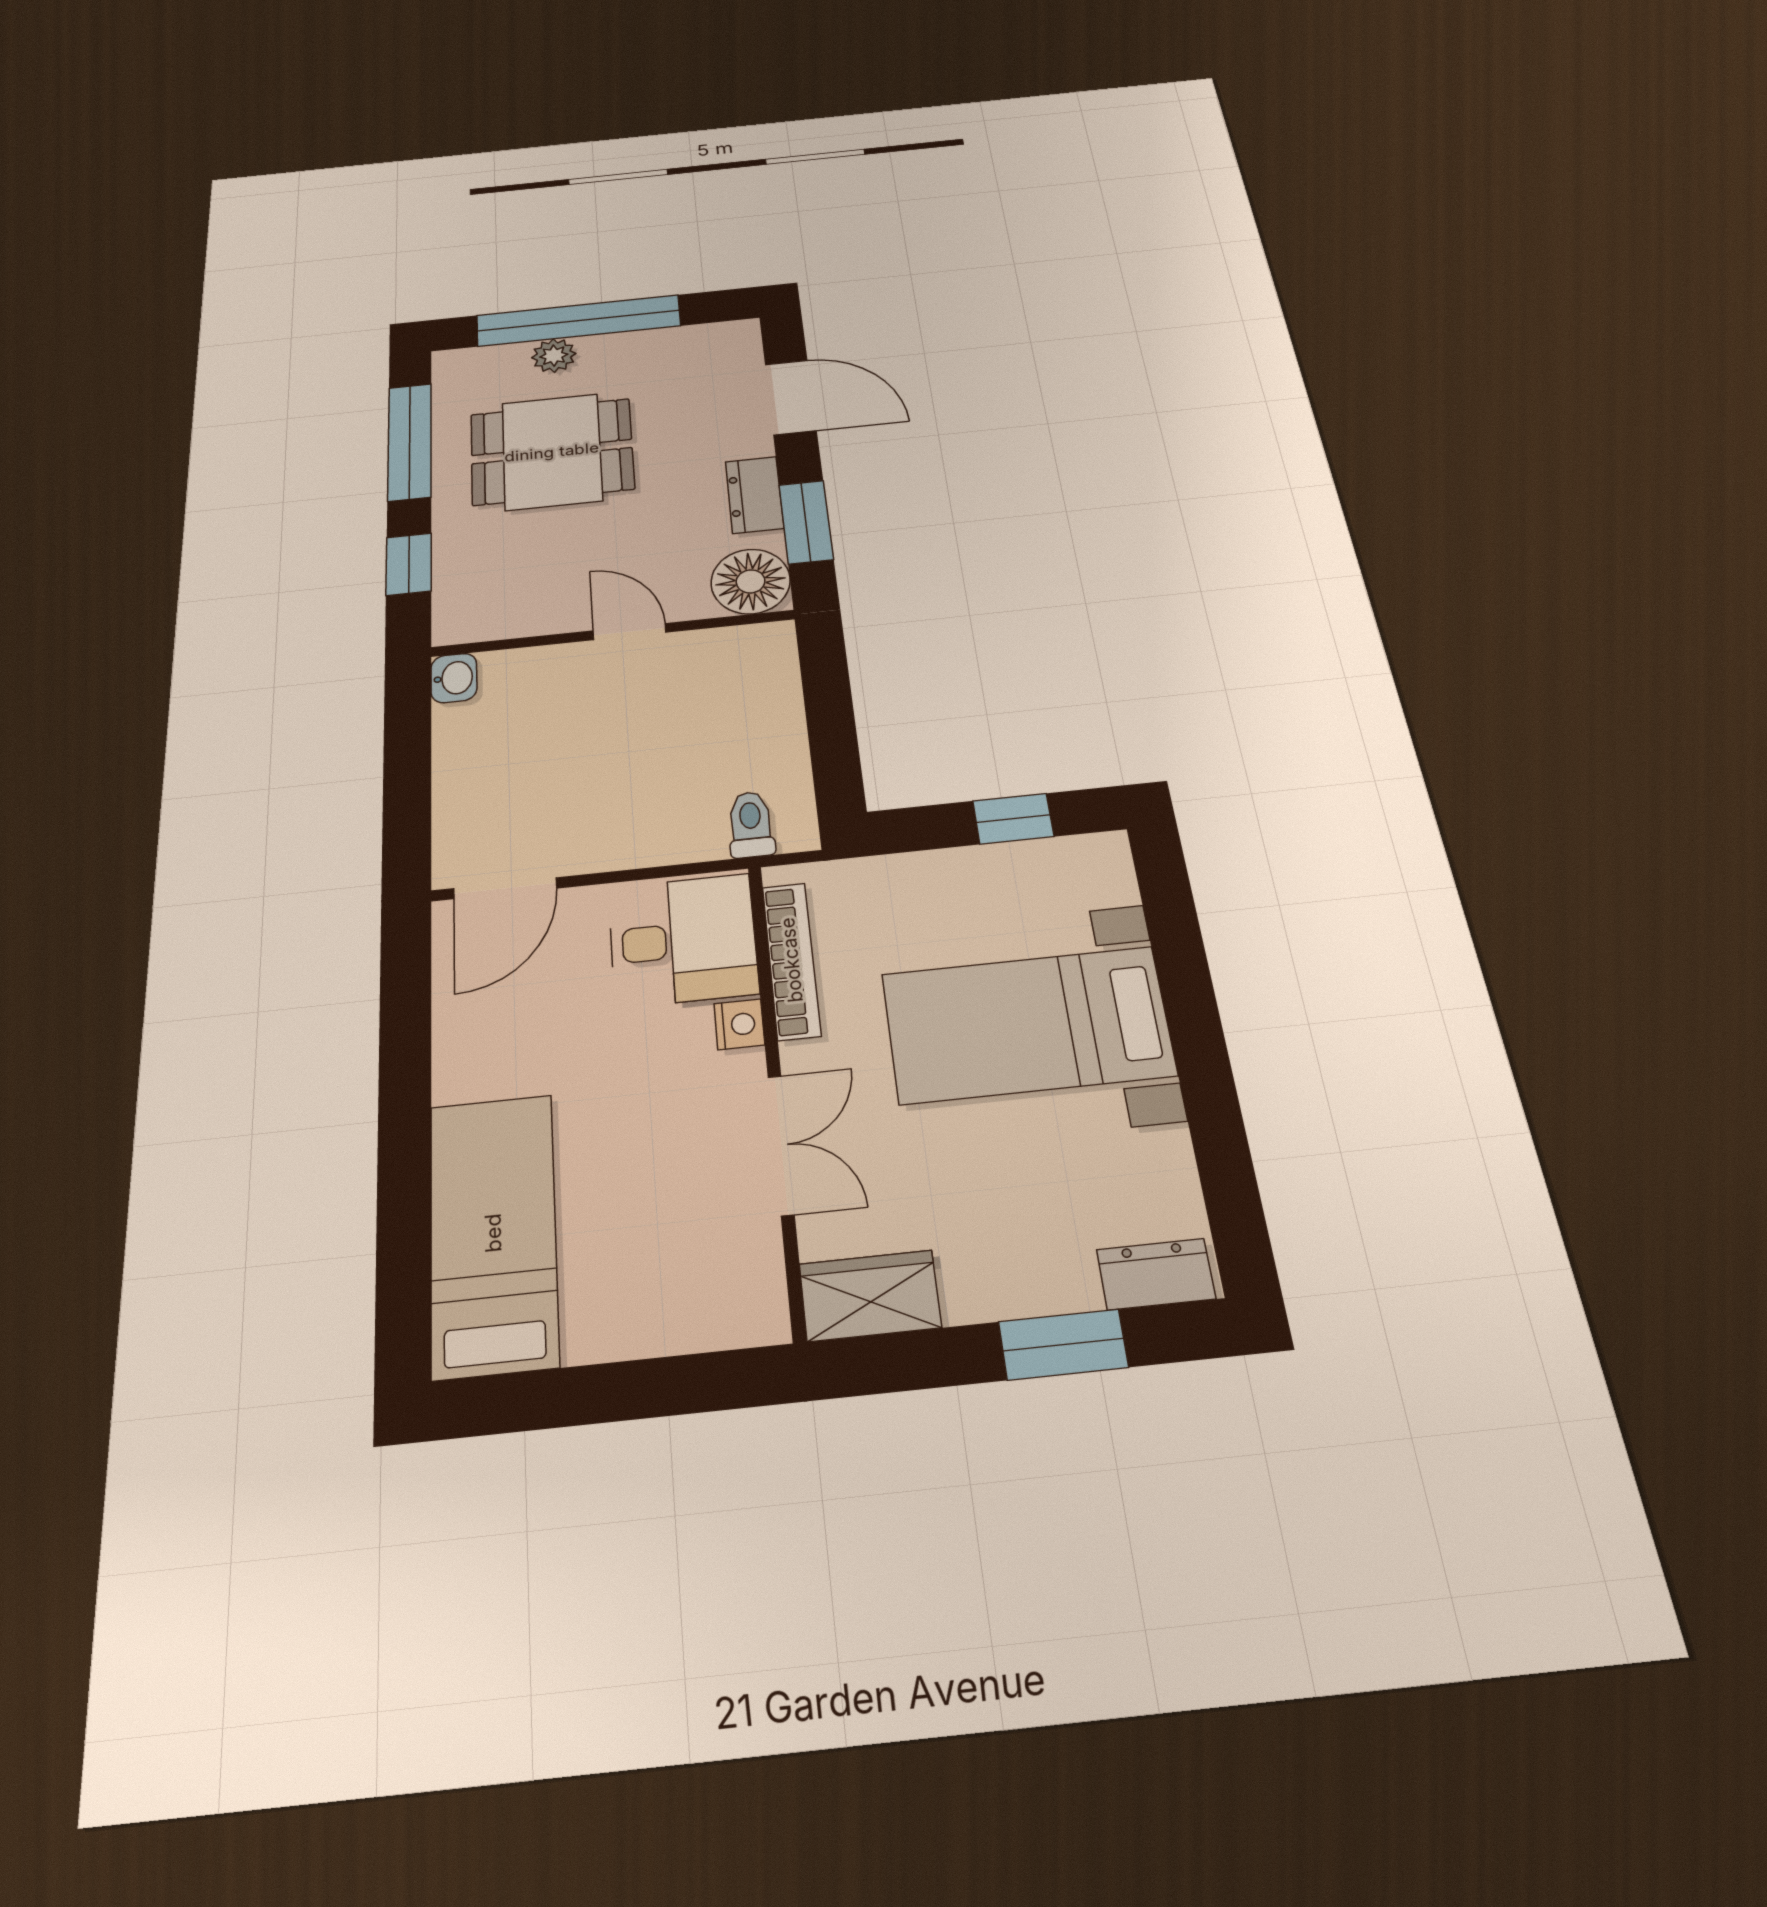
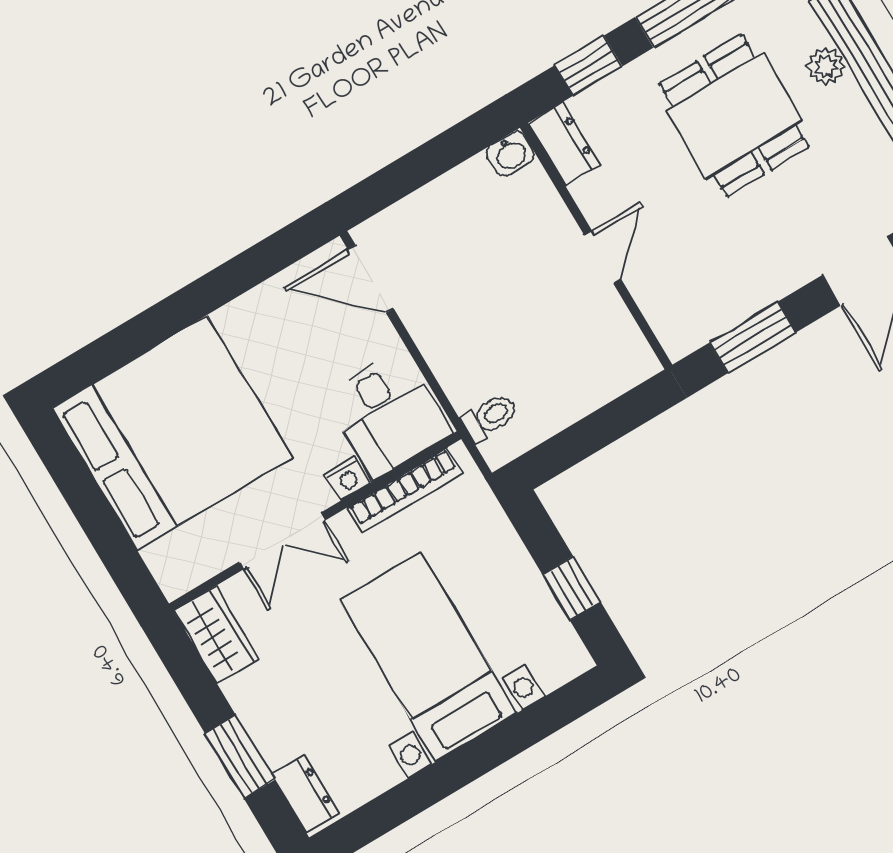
dresser: (754, 495) -> (564, 144), moved, turned 90
floor lamp: (751, 581) -> (683, 322), removed
bed: (493, 1233) -> (172, 433), width x2.04

